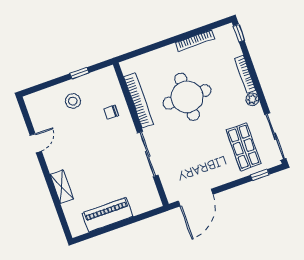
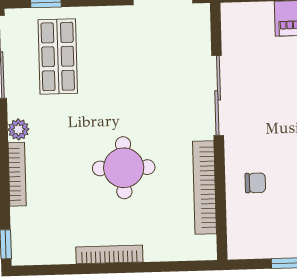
bookcase: (195, 41) -> (109, 254), moved
round table: (187, 97) -> (124, 168), width x0.73, depth x0.73

